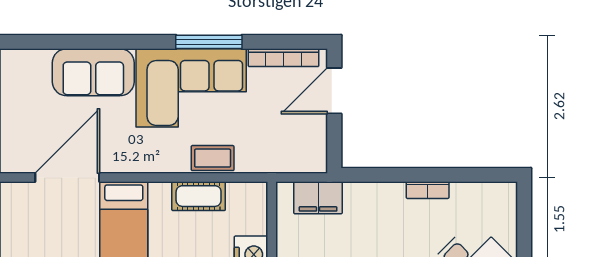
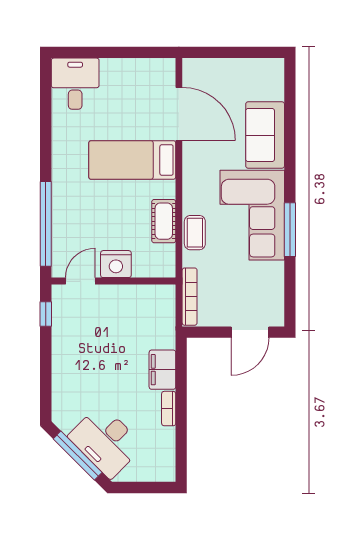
bookcase: (284, 58) -> (190, 297), moved, turned 180
door: (334, 91) -> (250, 332), swing flipped
filing cabinet: (318, 198) -> (162, 370), moved

